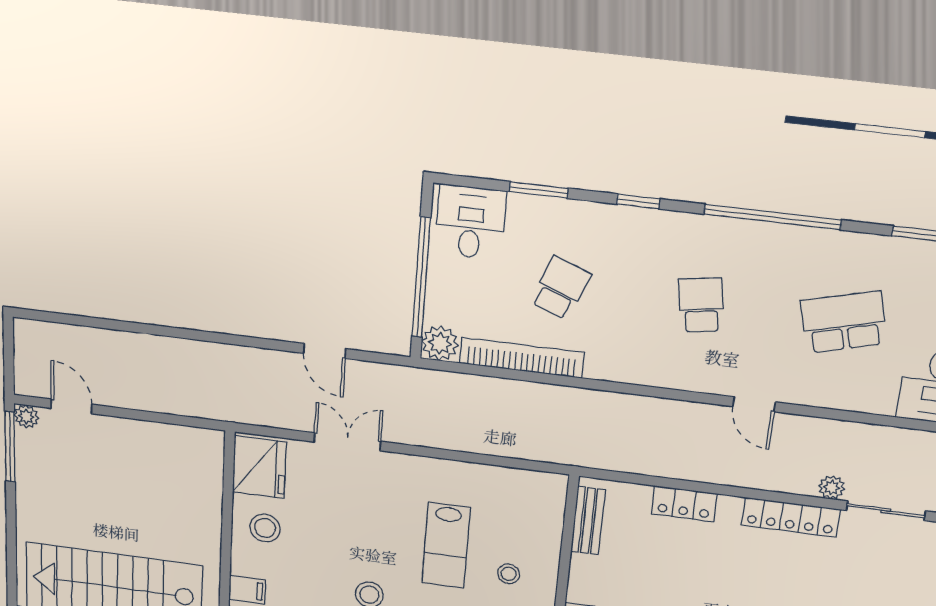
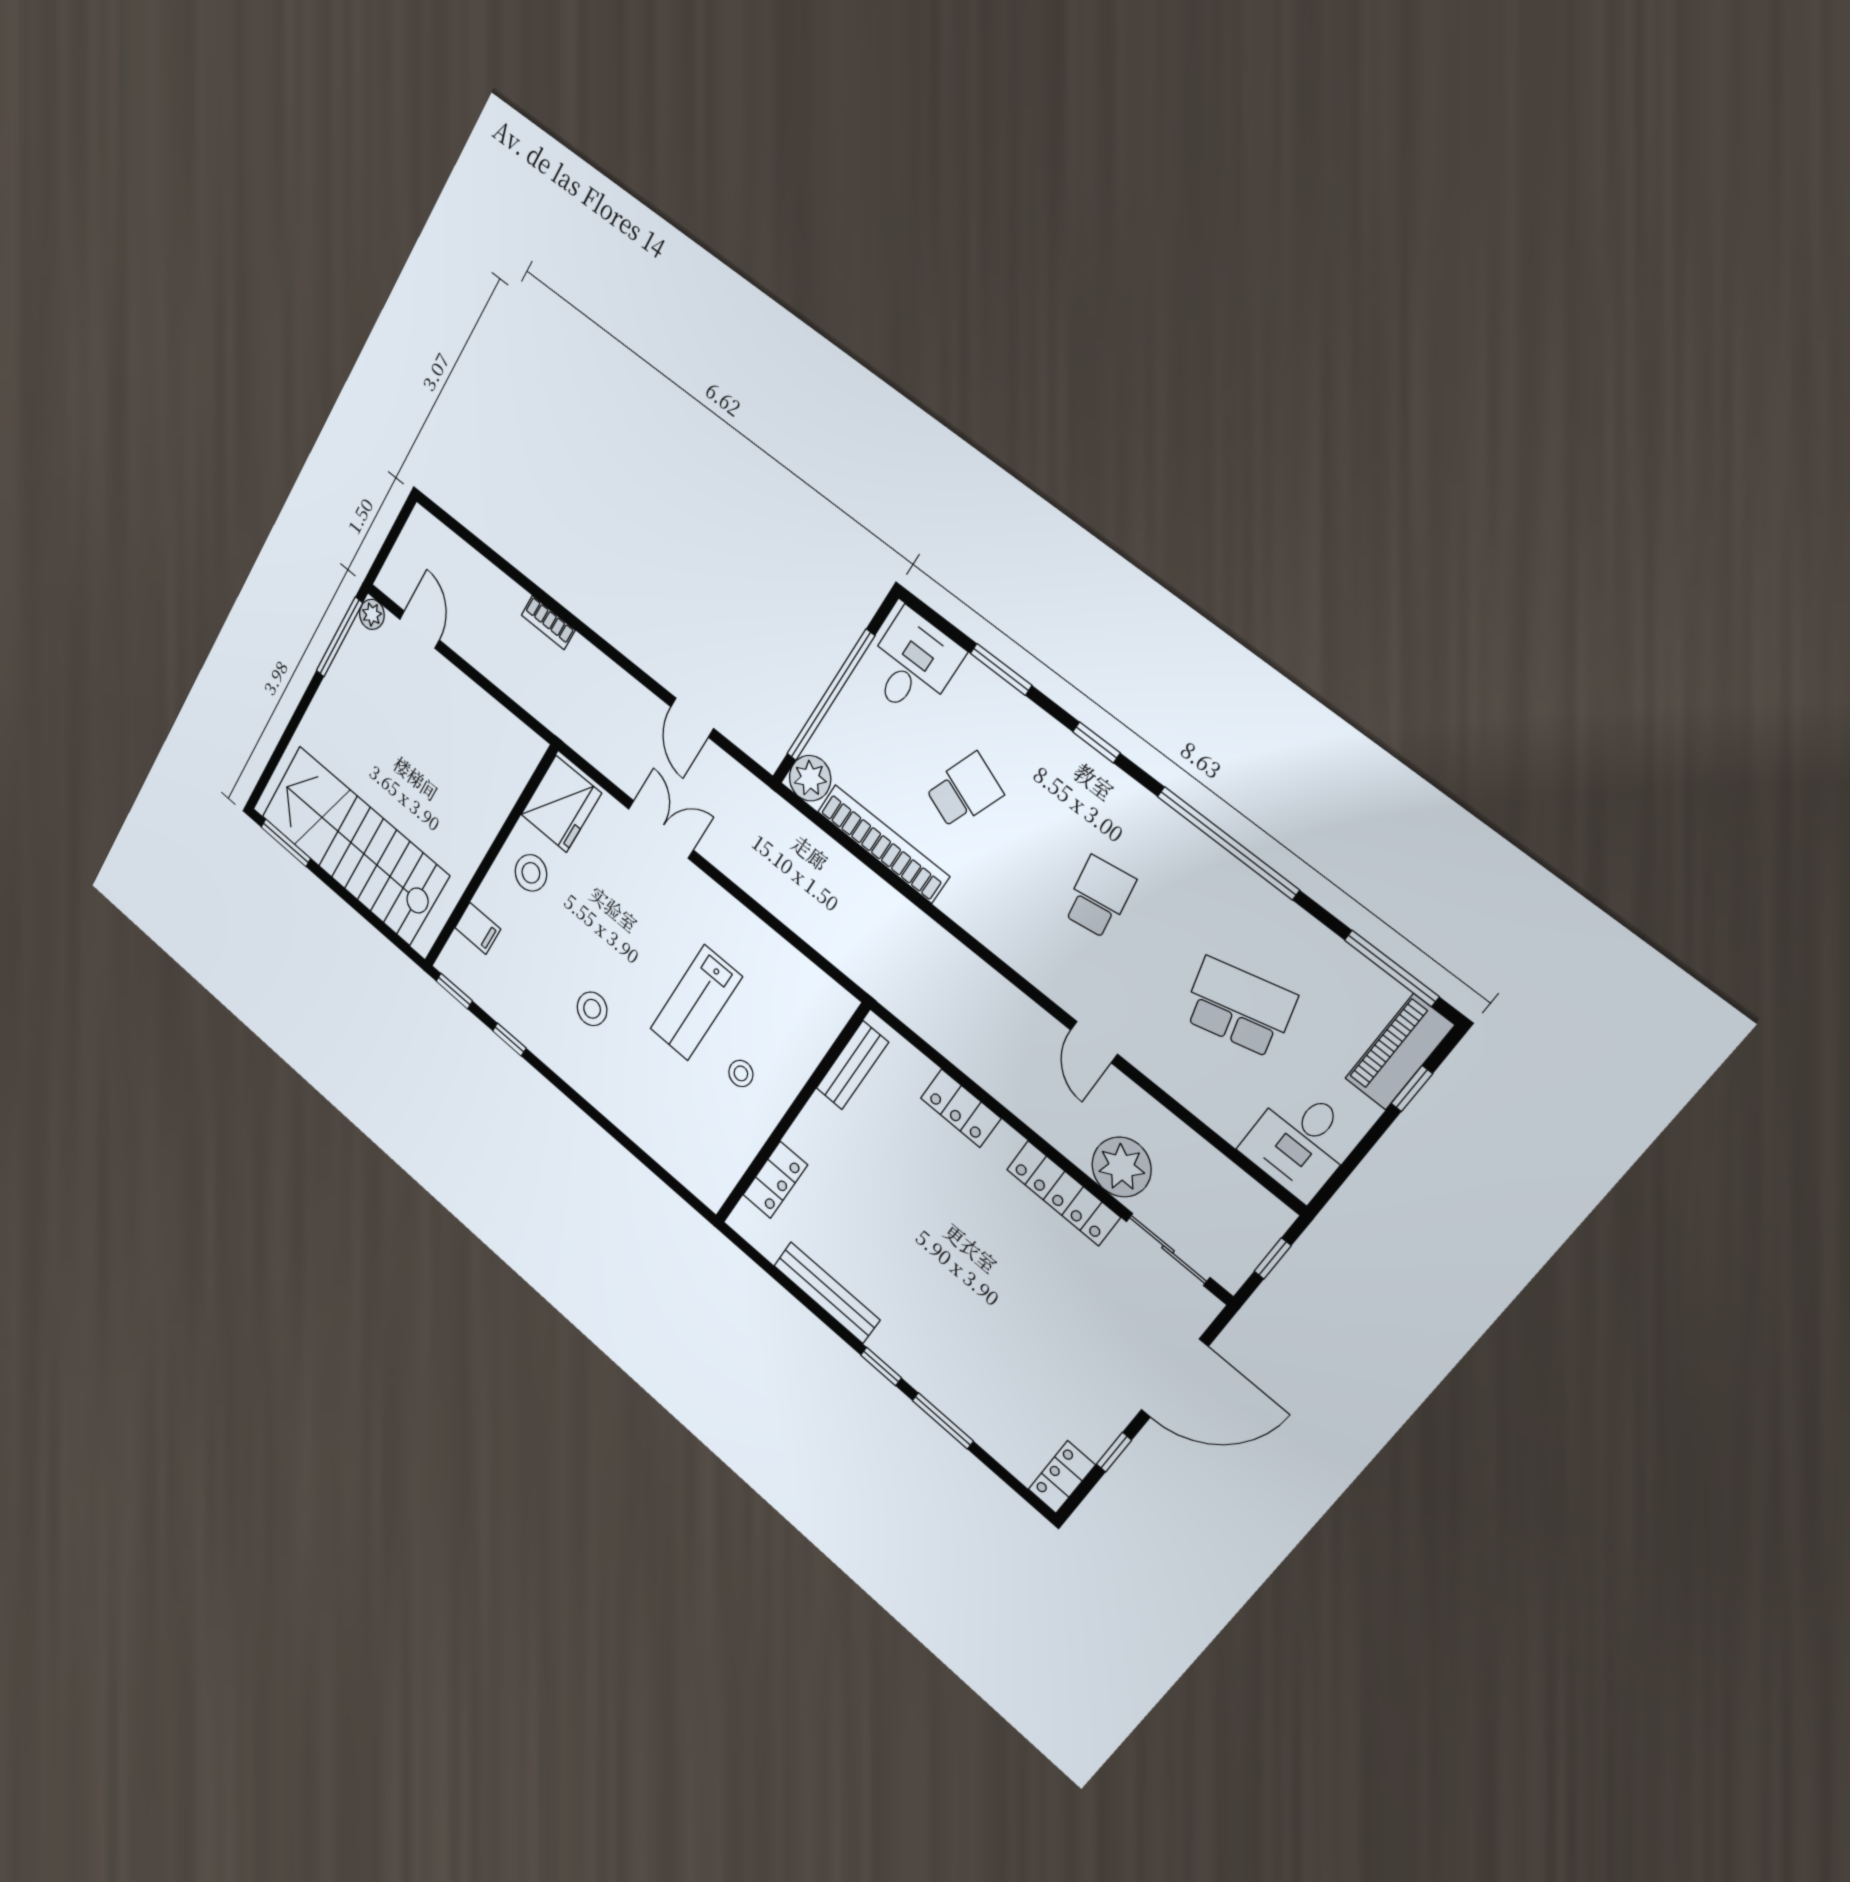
bookcase: (171, 346) -> (548, 623), added
plant: (832, 487) -> (1122, 1167), width x1.87, depth x1.87

